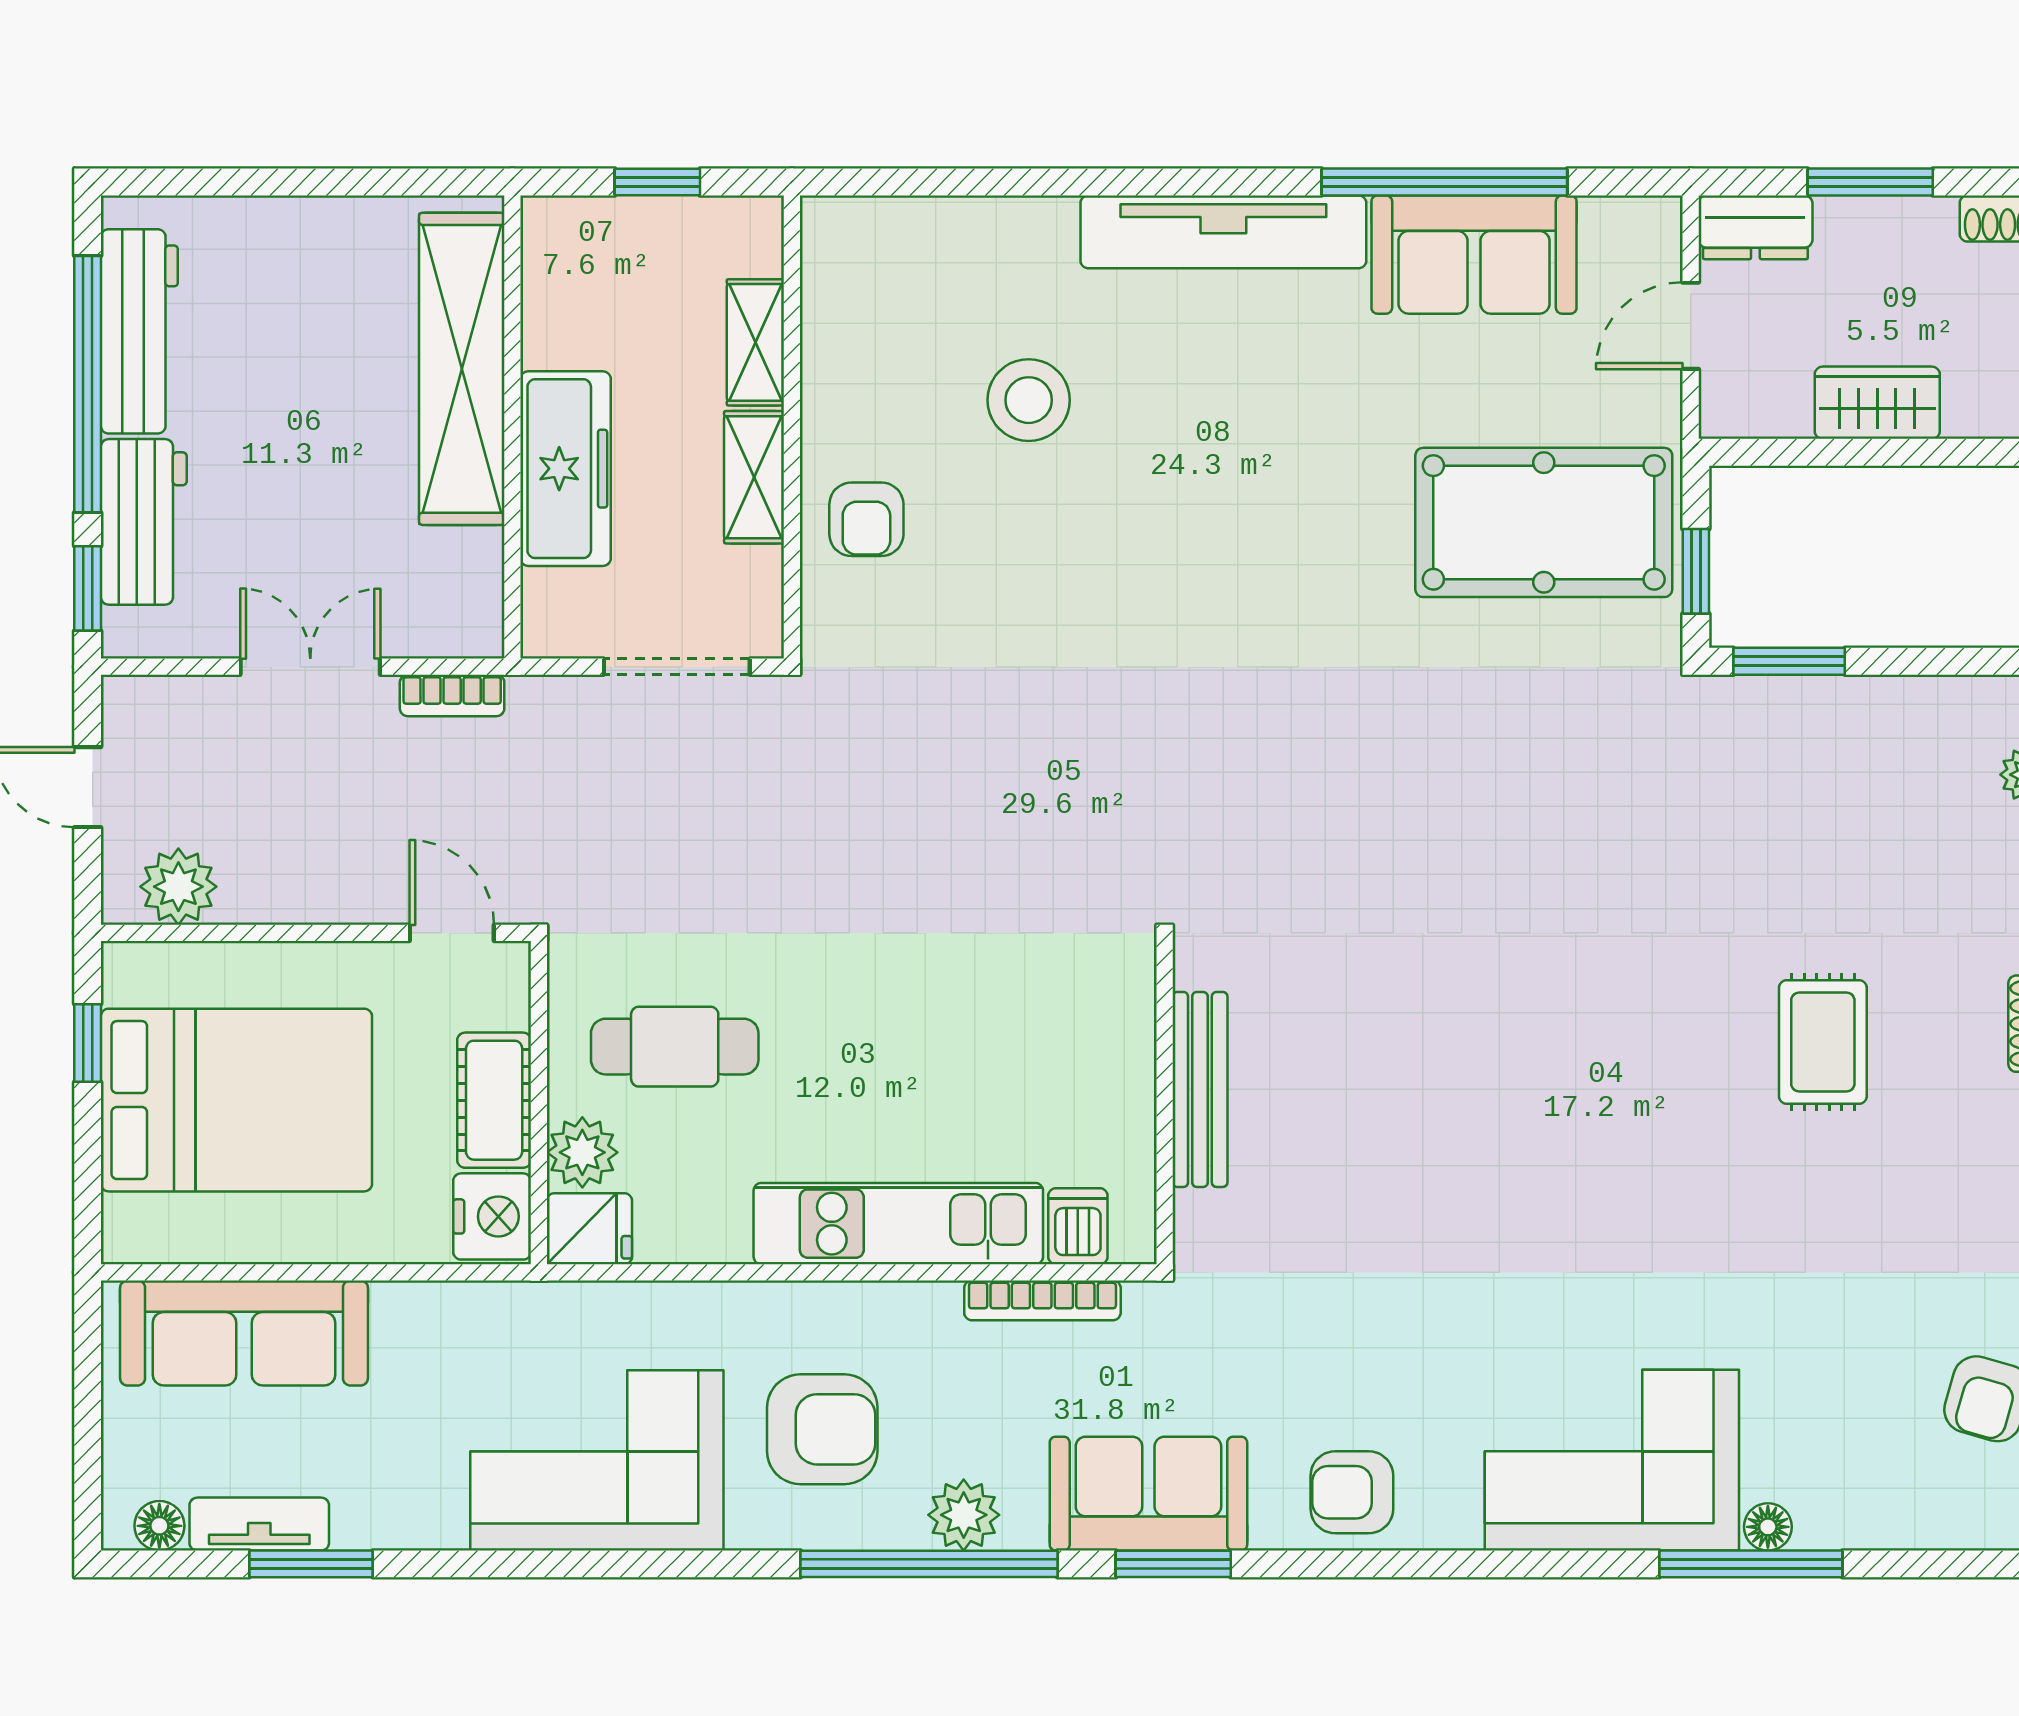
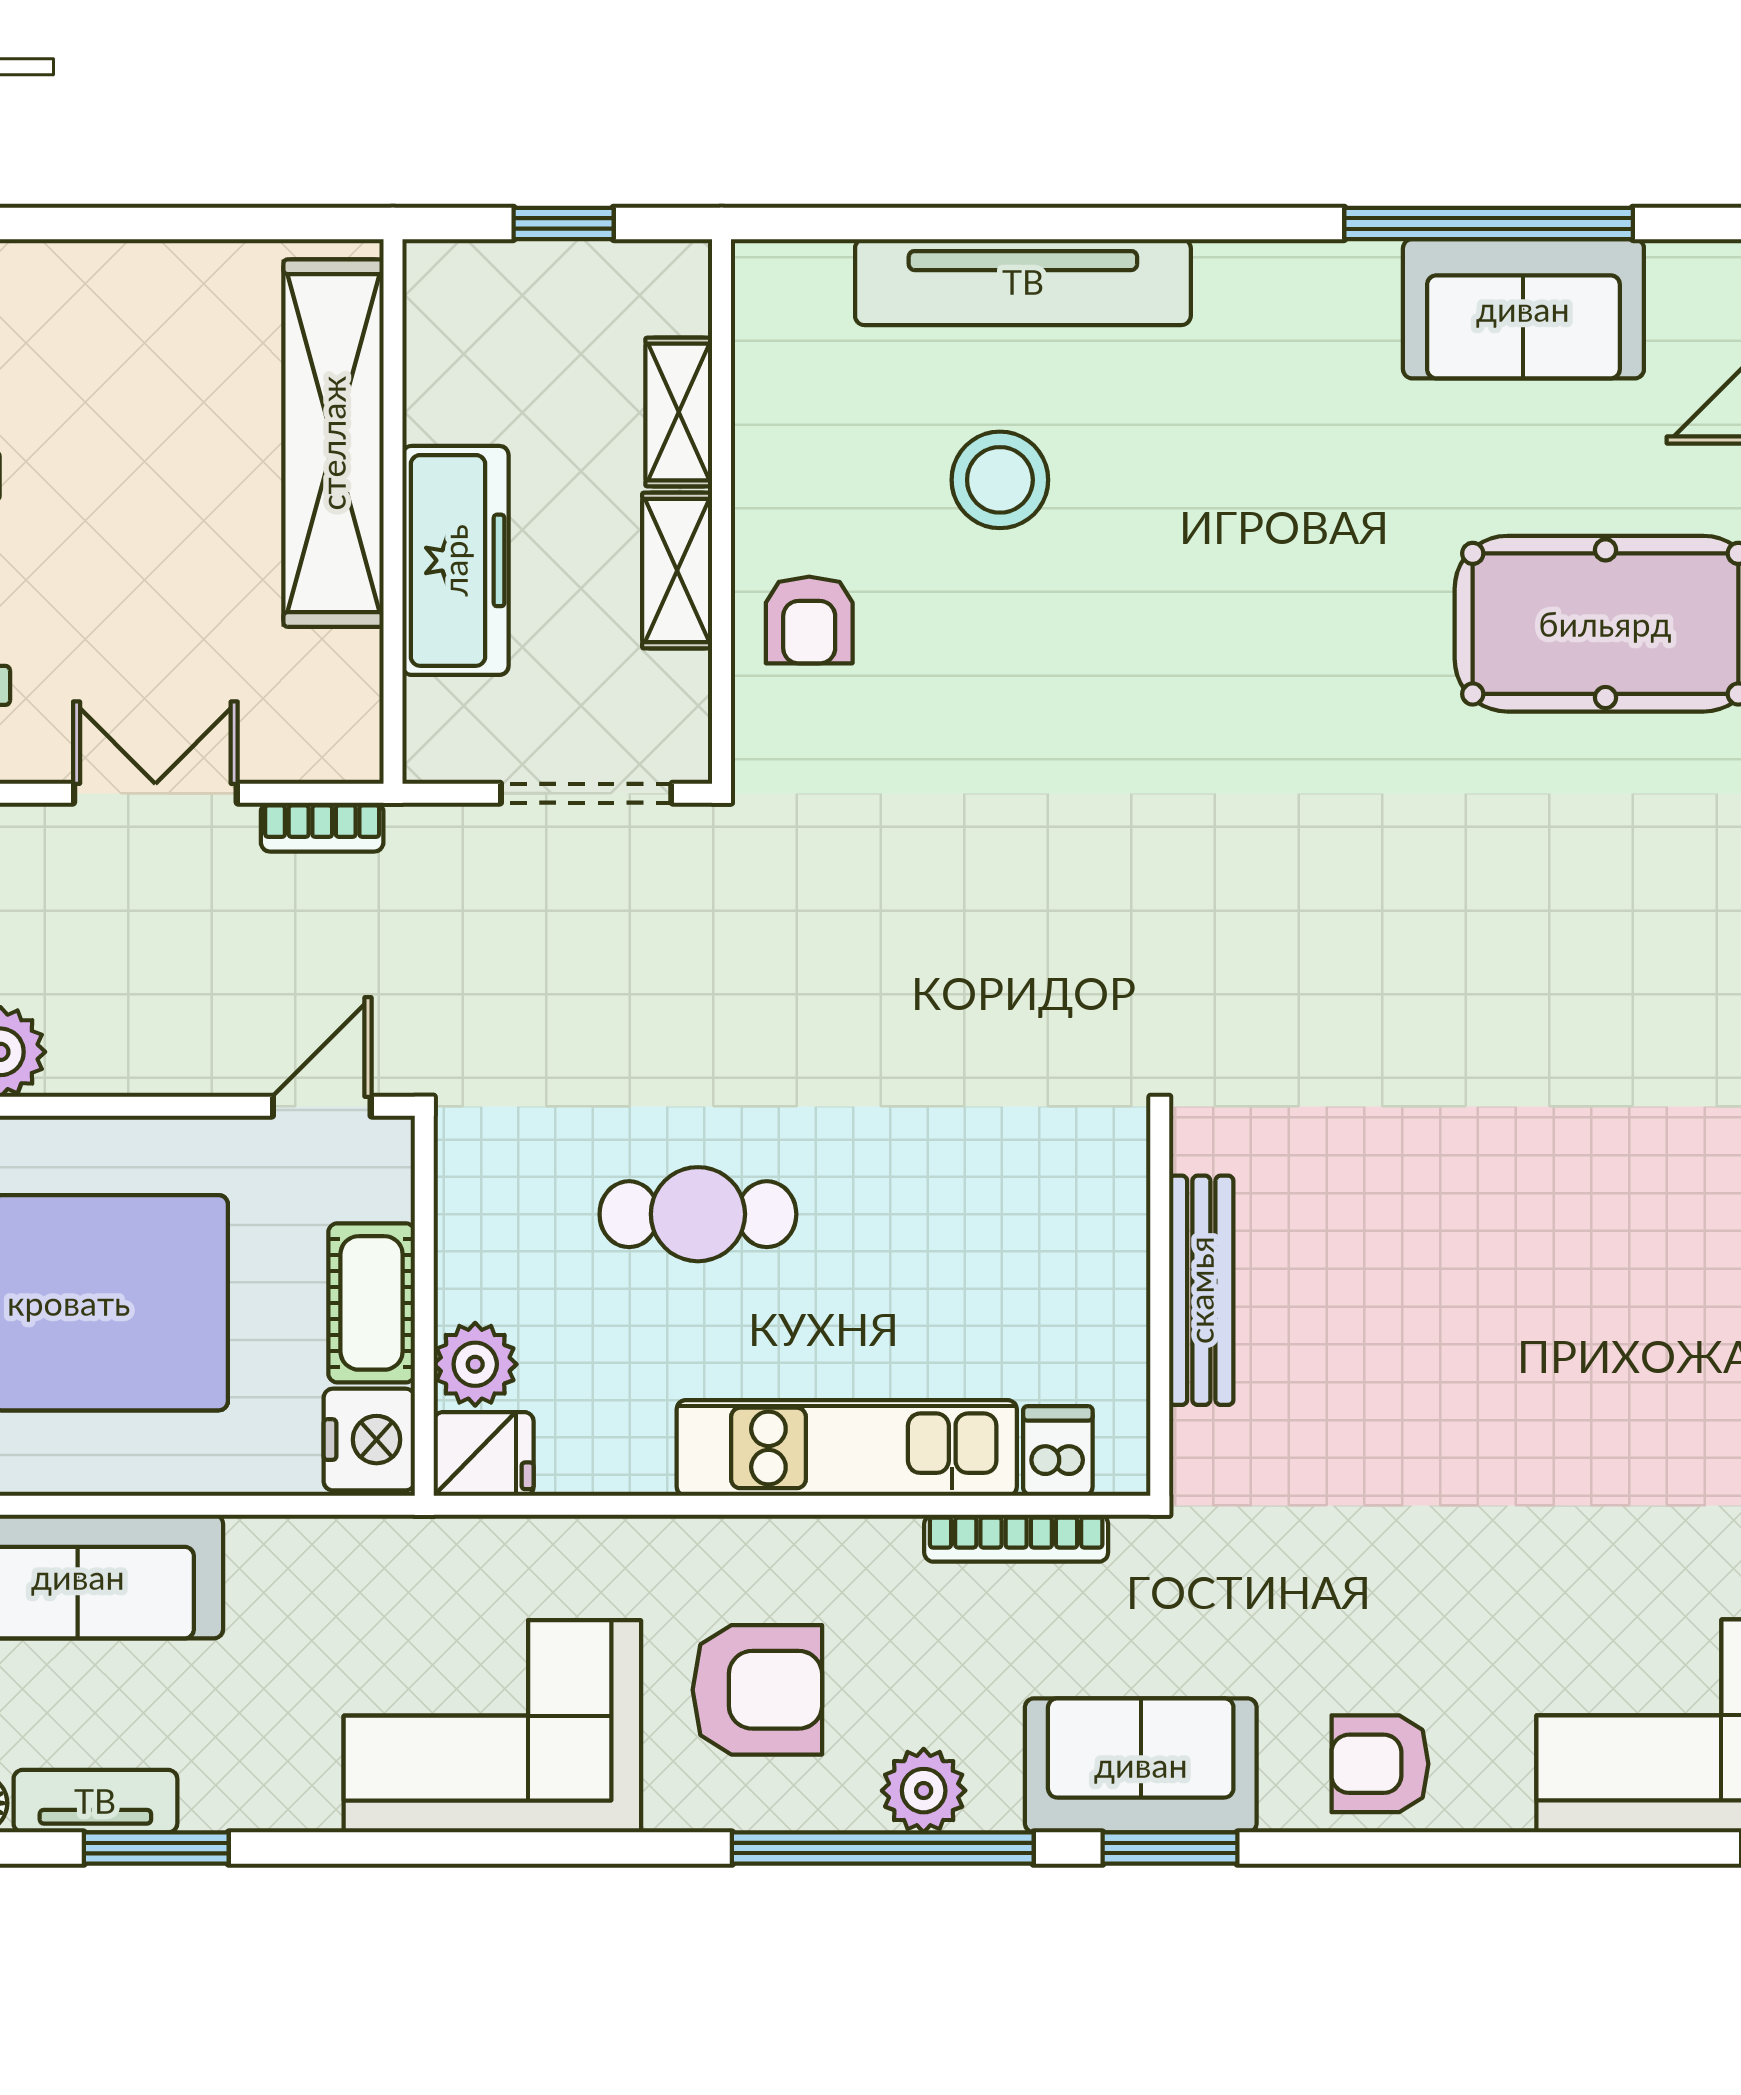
tv unit: (1223, 232) -> (1023, 282), moved
door: (452, 933) -> (322, 1106), hinge flipped
cafe table: (675, 1047) -> (698, 1214), moved

